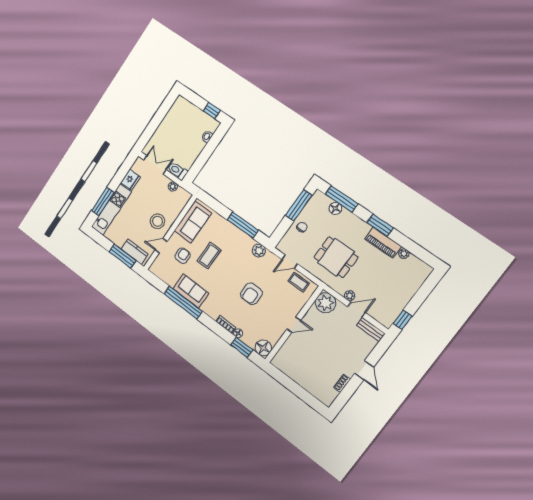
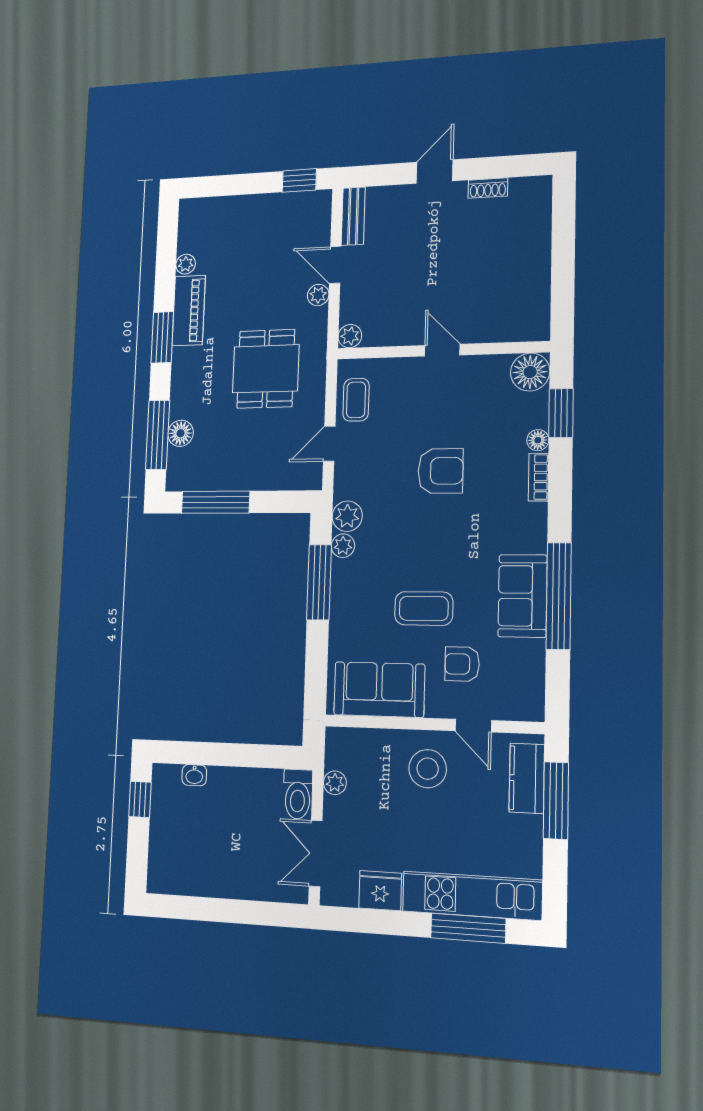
chair: (302, 227) -> (251, 468), removed
plant: (250, 242) -> (343, 546), added
door: (290, 262) -> (329, 444), swing flipped
plant: (326, 303) -> (350, 336), width x0.53, depth x0.53

